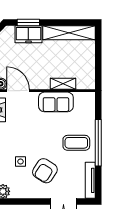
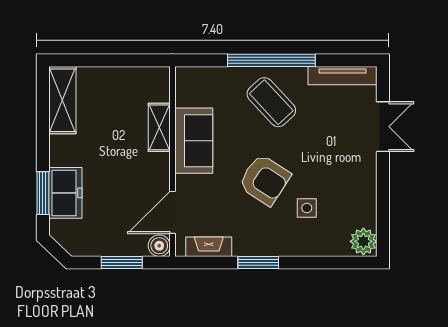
shelving: (69, 33) -> (62, 100), width x0.68
coffee table: (76, 143) -> (271, 102), turned -43
armchair: (45, 171) -> (265, 180), moved

